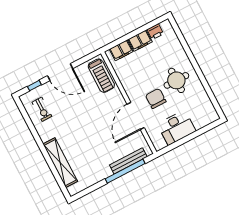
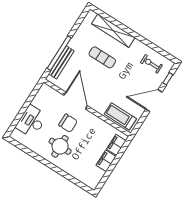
printer: (155, 32) -> (98, 175), removed
desk: (177, 128) -> (31, 121), moved
exercise mat: (86, 143) -> (102, 57), added

